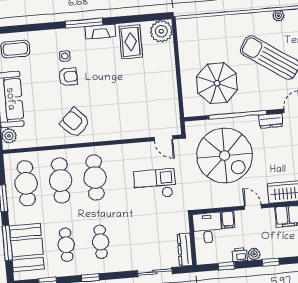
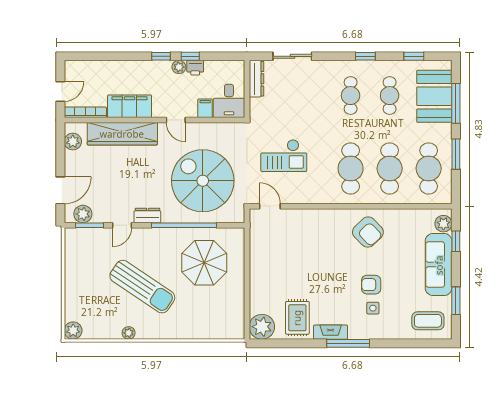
window: (226, 266) -> (190, 56), moved

